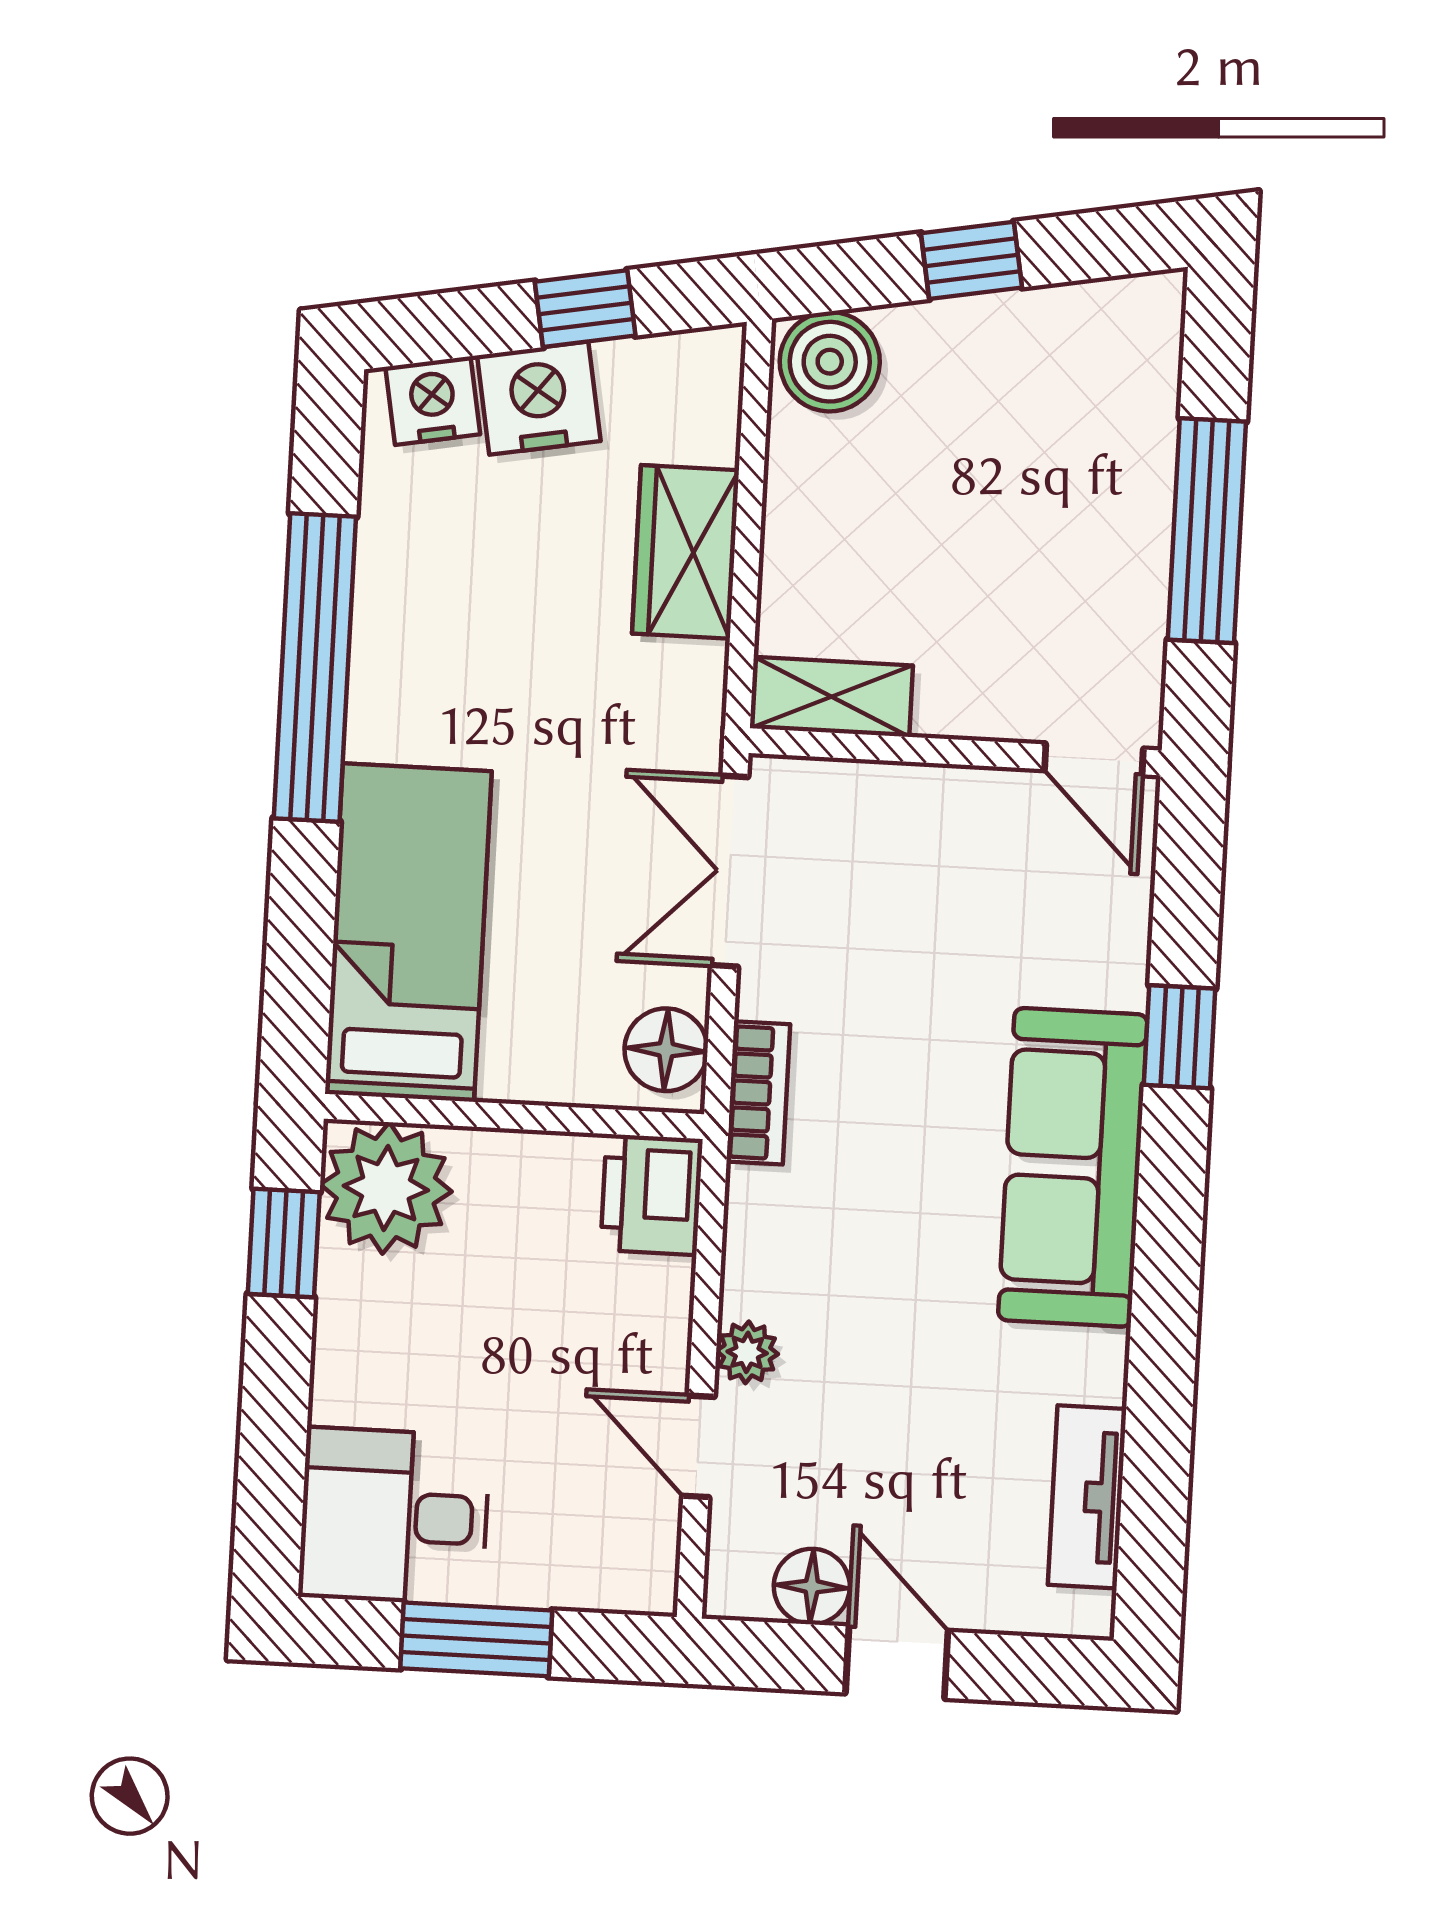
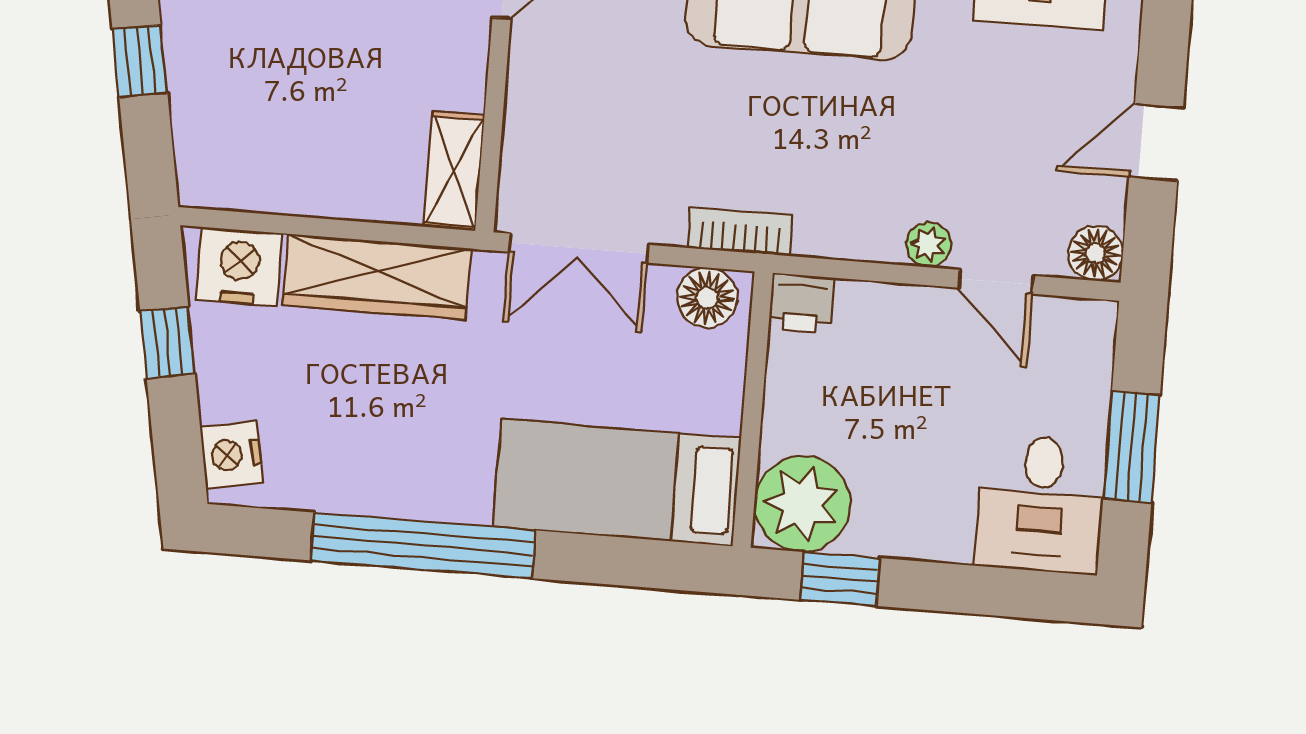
boiler: (830, 362) -> (211, 166), removed
nightstand: (539, 398) -> (240, 267), moved, turned 100
wardrobe: (686, 552) -> (377, 277), width x1.50
printer: (652, 1195) -> (801, 303), width x0.73, depth x0.81
door: (699, 1446) -> (996, 282), hinge flipped
floor lamp: (812, 1587) -> (1095, 253), moved

